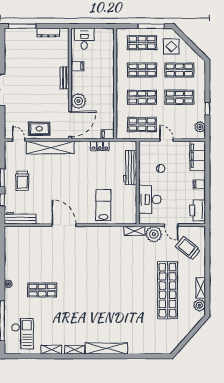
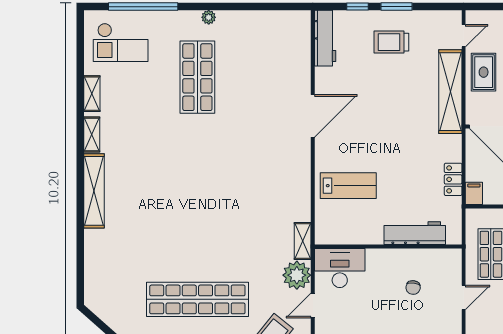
desk: (150, 200) -> (340, 268), moved
shop shelf: (42, 290) -> (197, 77), width x1.43, depth x1.36

